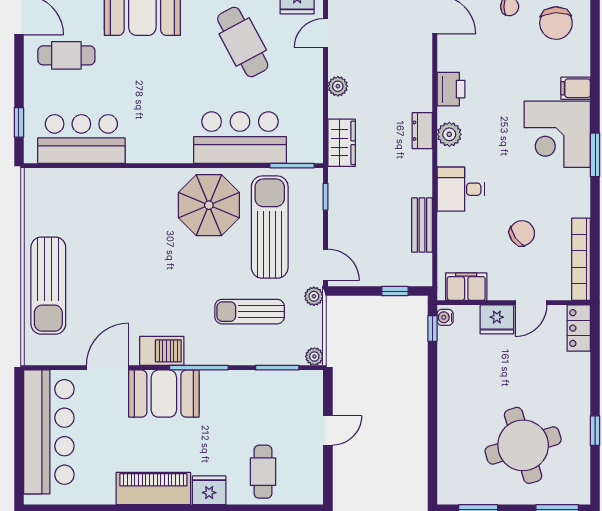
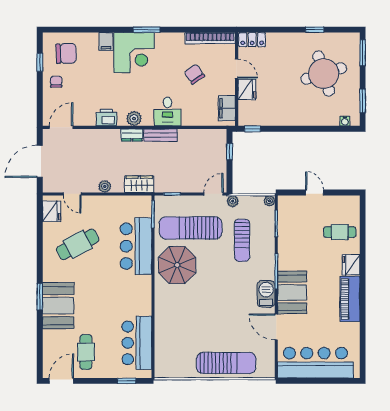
bench: (422, 225) -> (160, 135), moved
water cooler: (445, 317) -> (345, 121), moved

